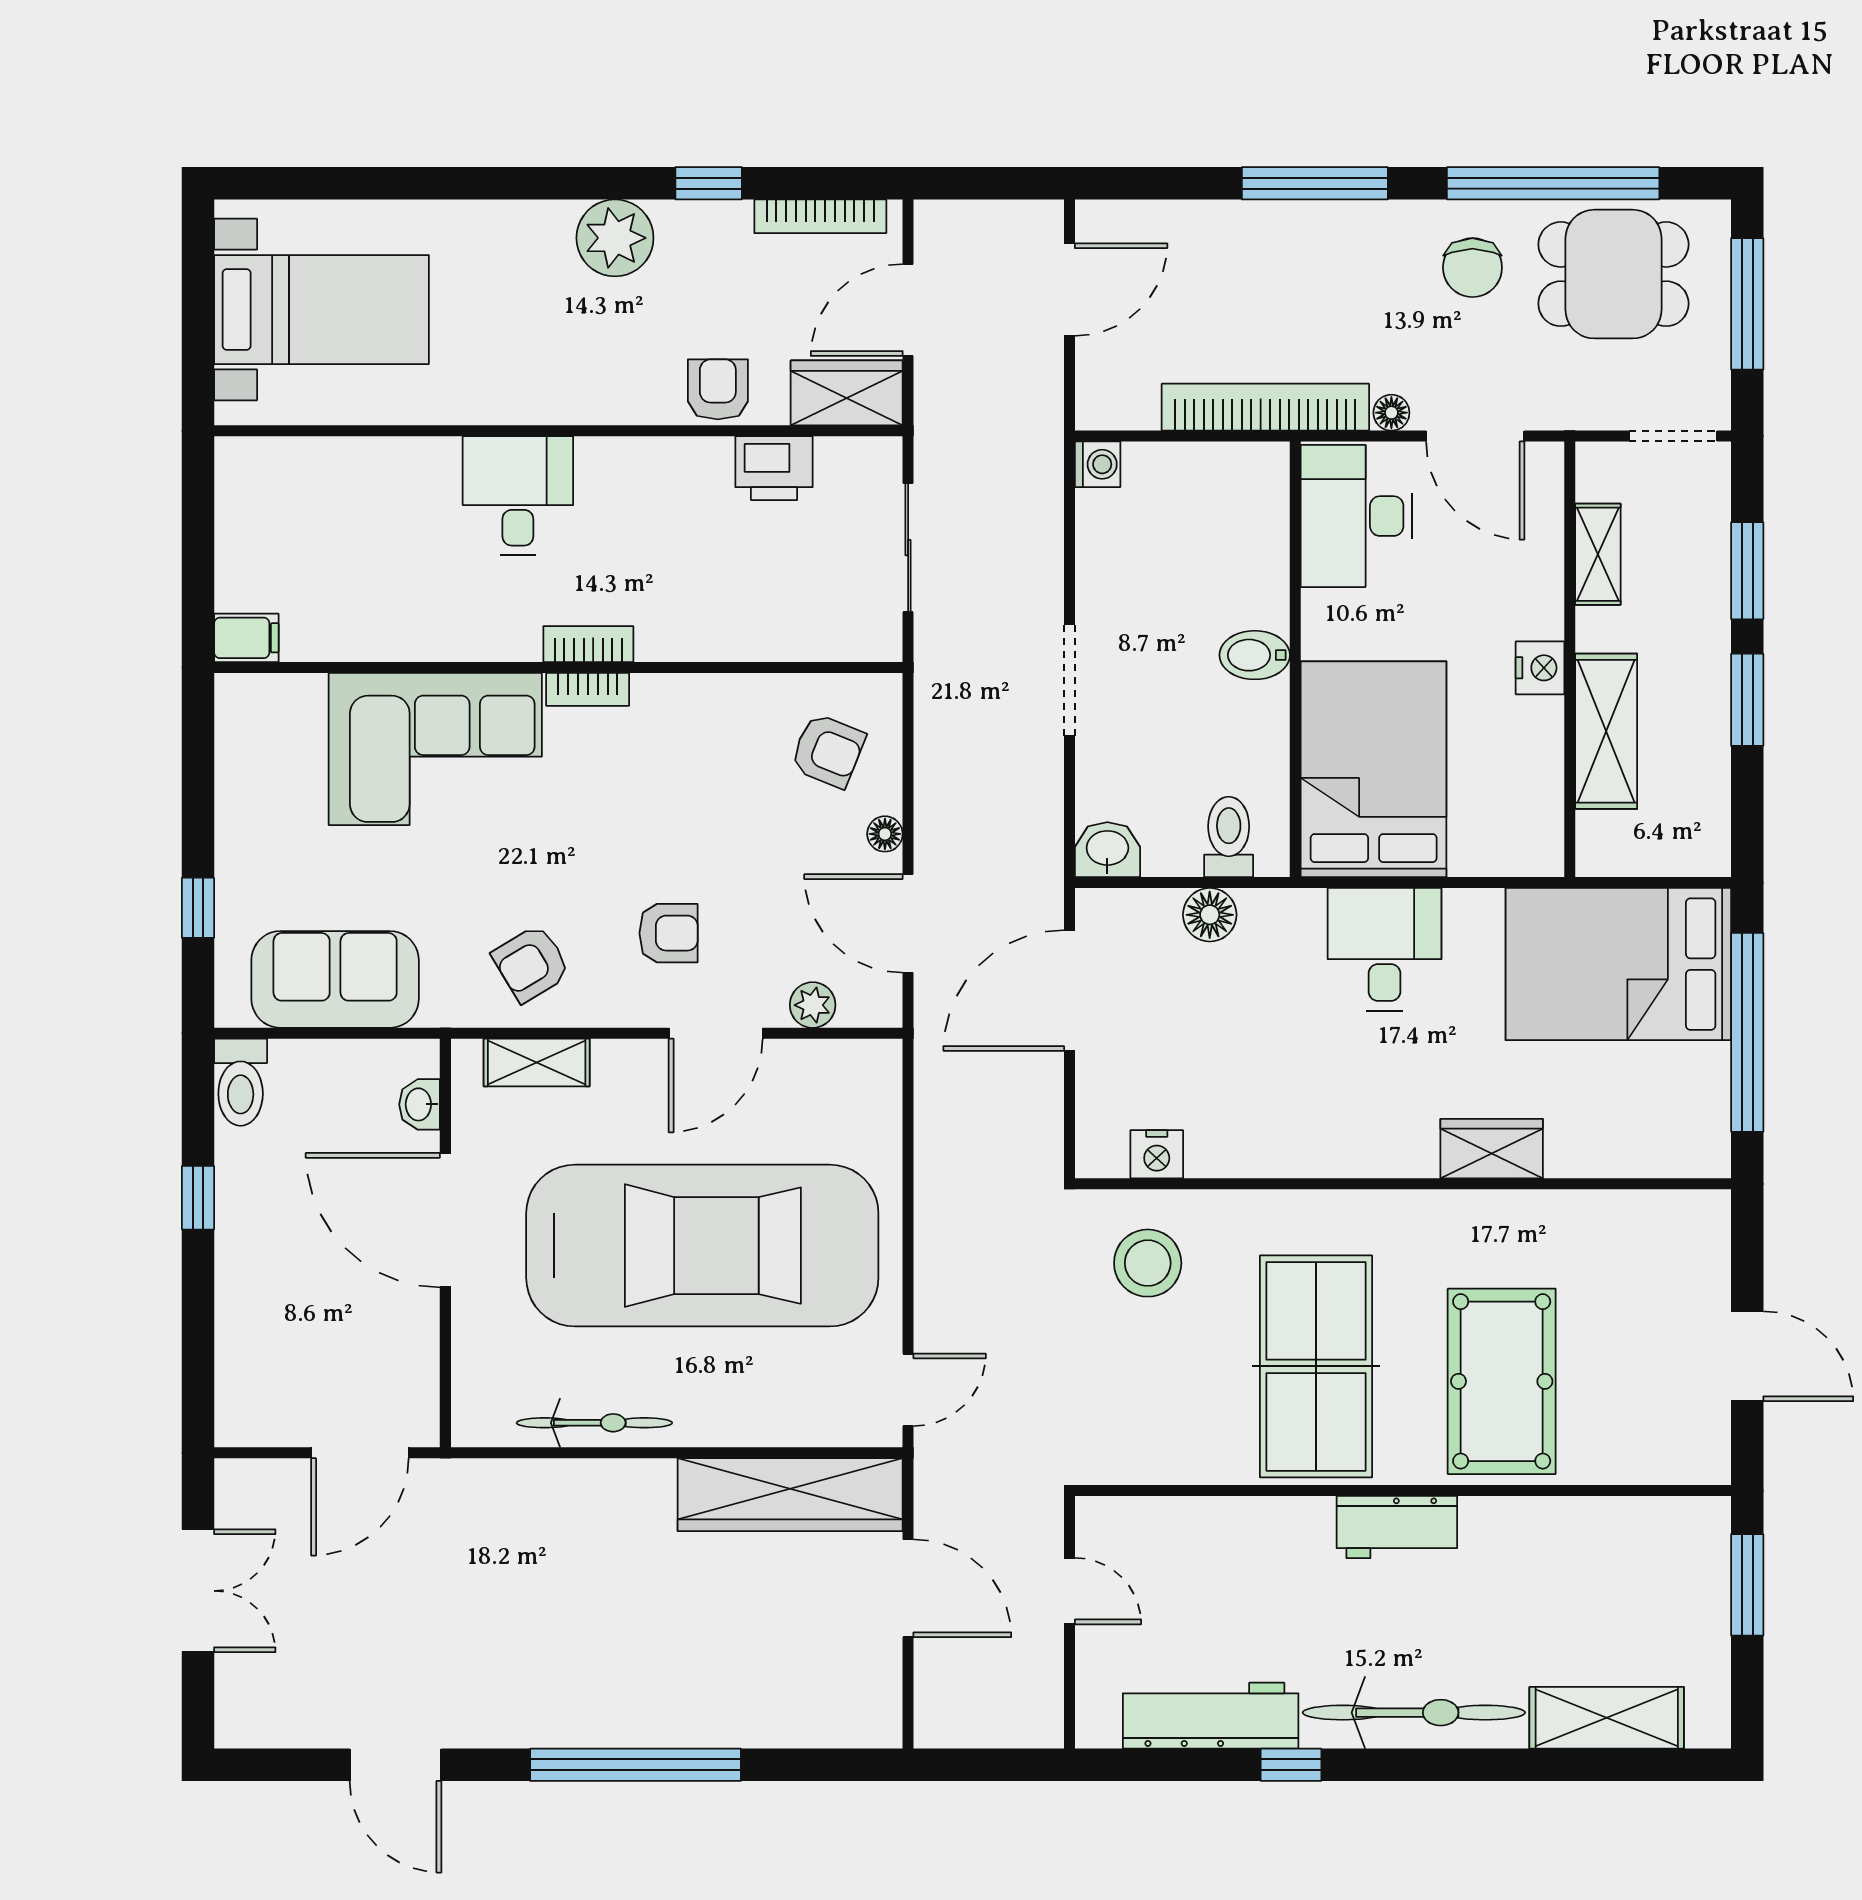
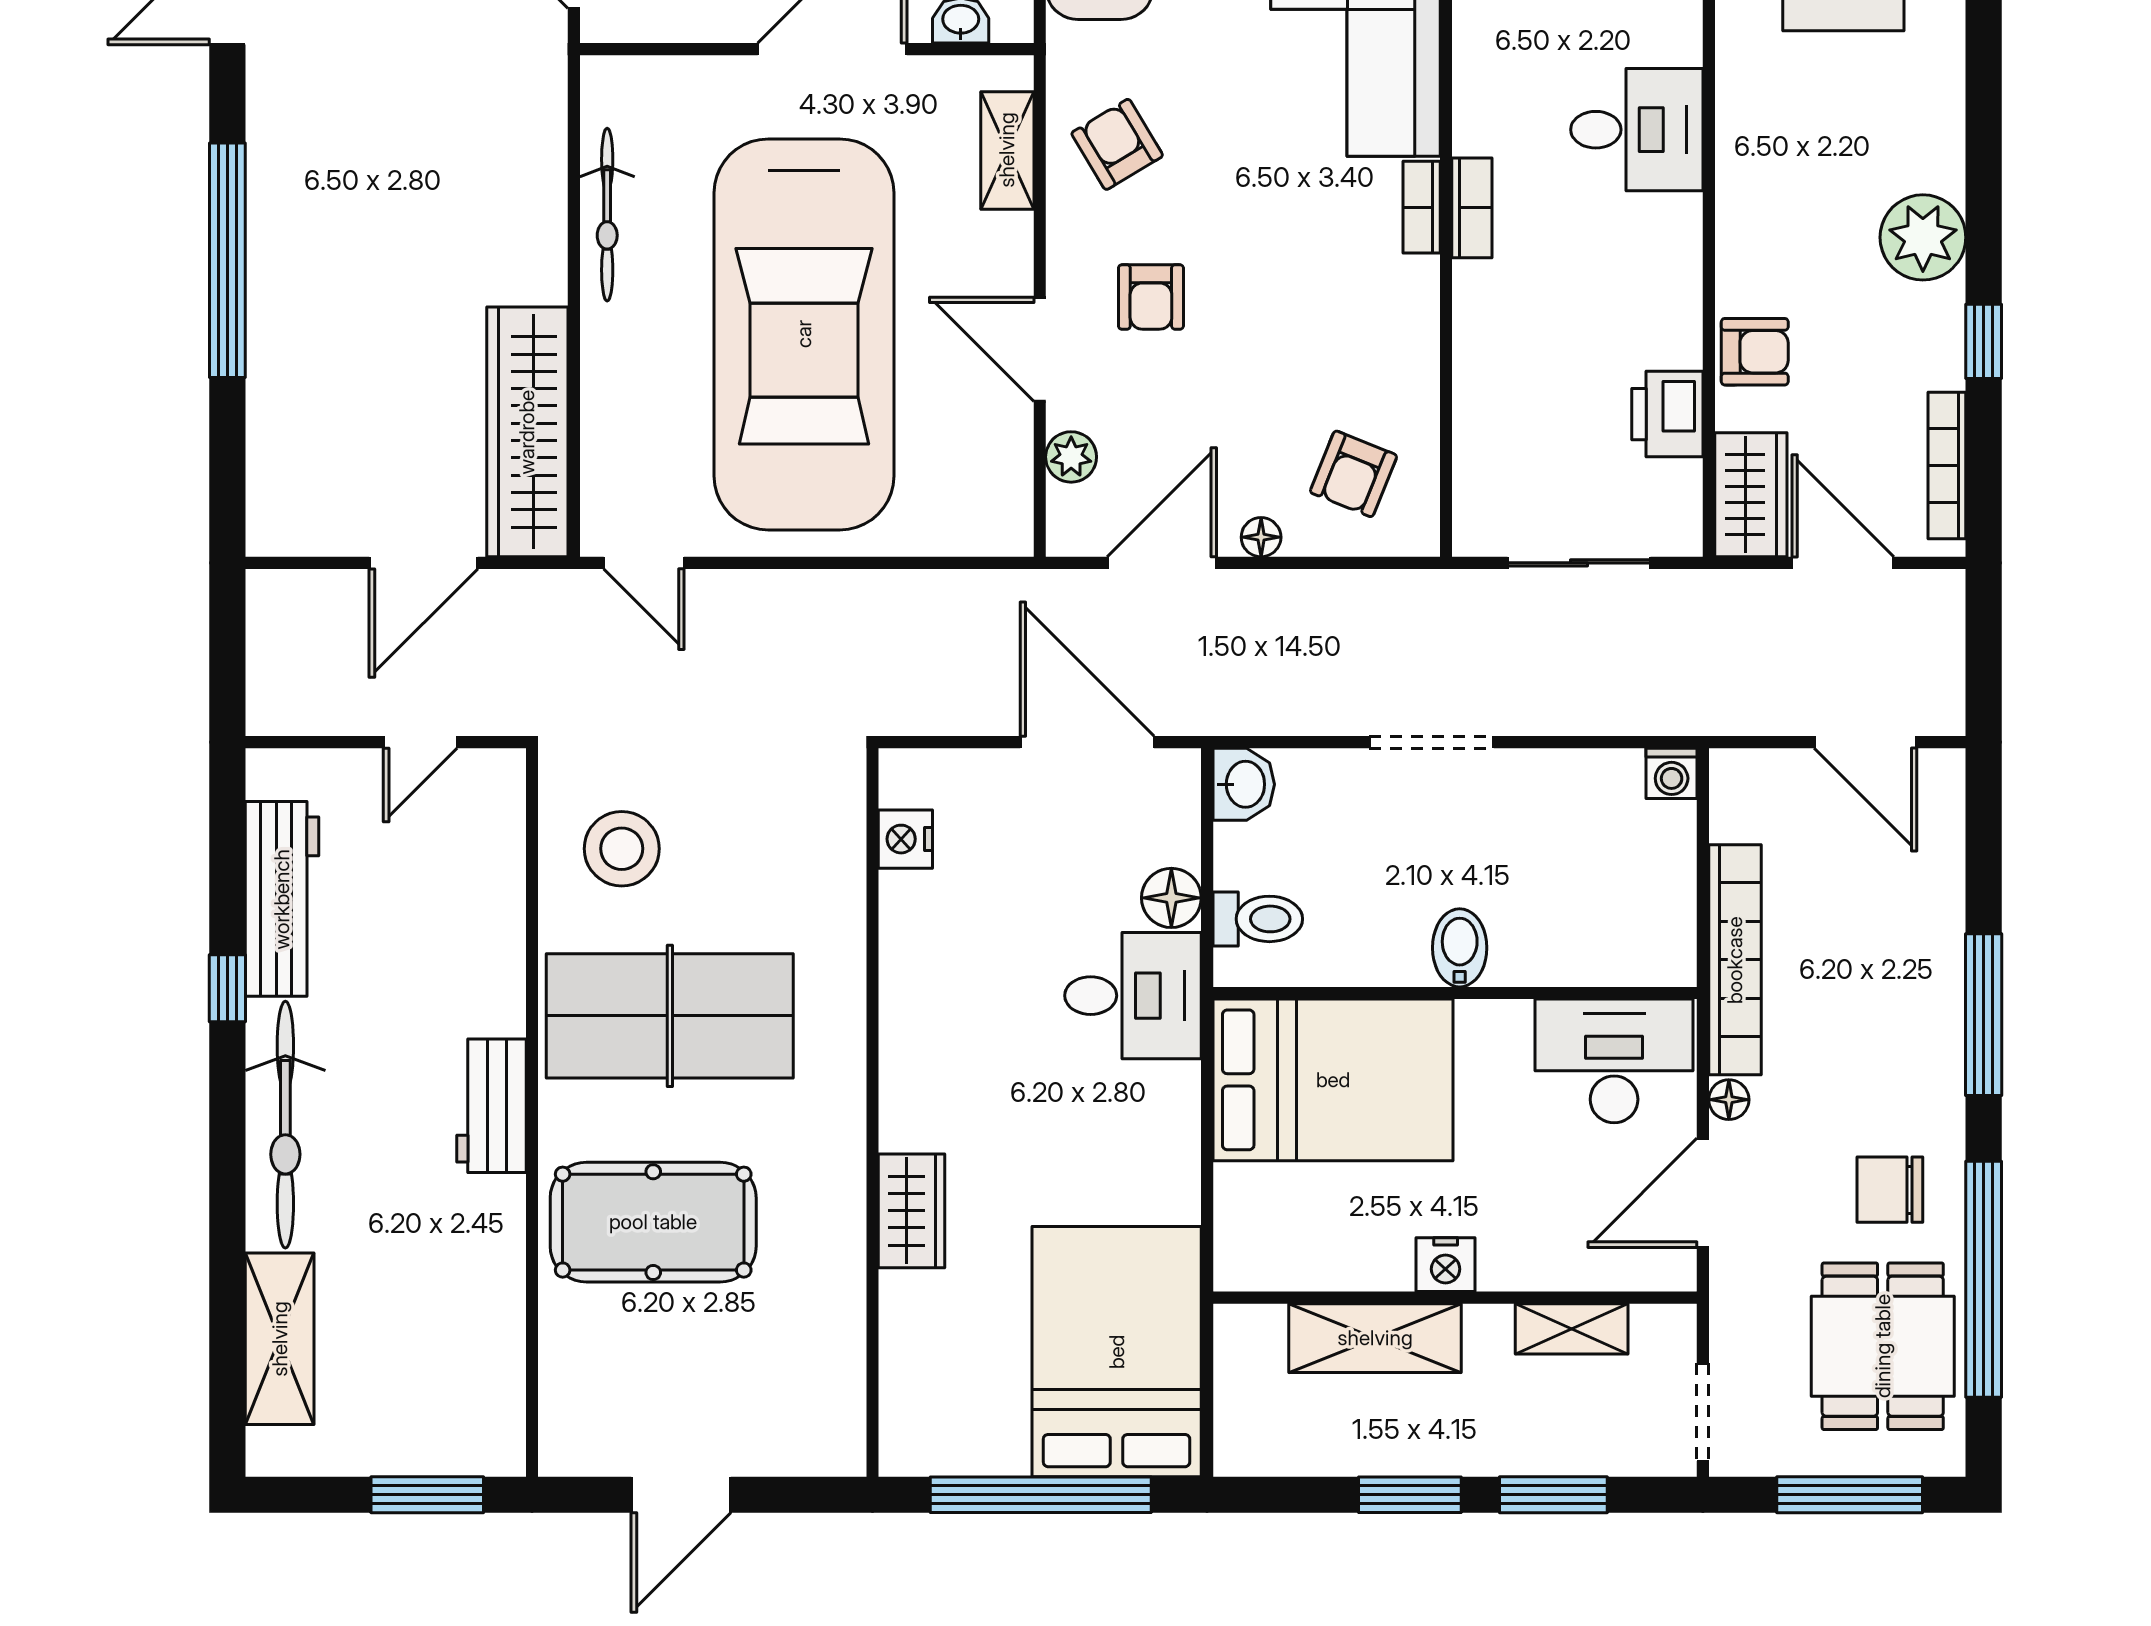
desk: (1384, 949) -> (1133, 996), moved
stool: (1148, 1263) -> (622, 849), moved

